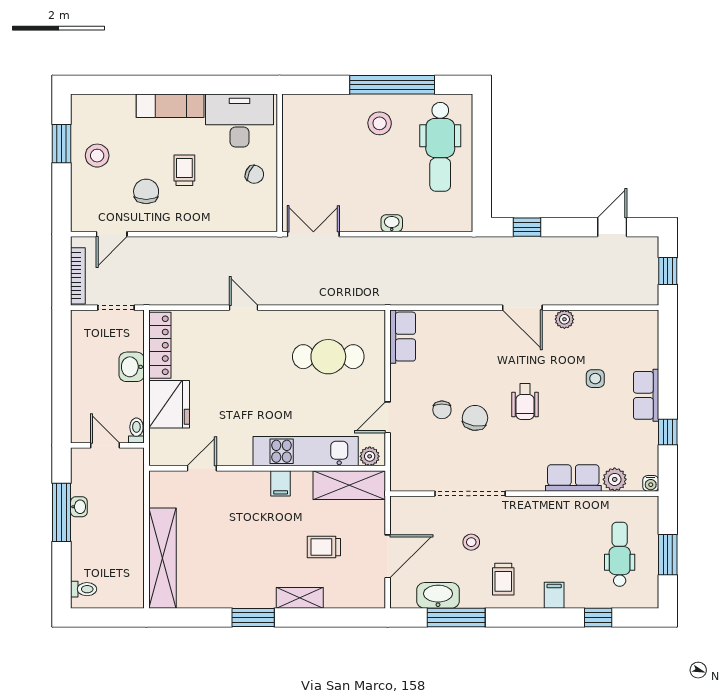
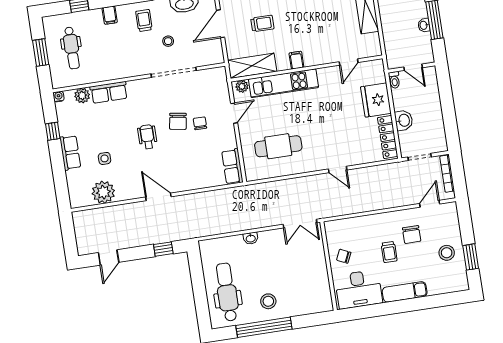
window: (668, 271) -> (69, 235), removed
plant: (564, 319) -> (103, 192), moved, width x1.88, depth x1.88

